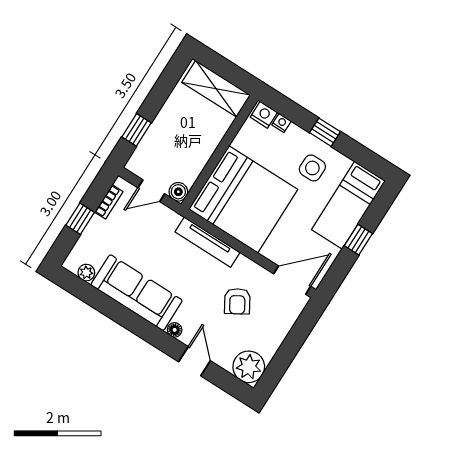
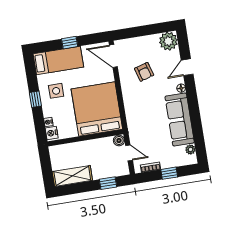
shelving: (216, 89) -> (72, 176), moved, turned 90
tv unit: (208, 242) -> (130, 108), removed
armchair: (237, 301) -> (144, 72), turned 105

